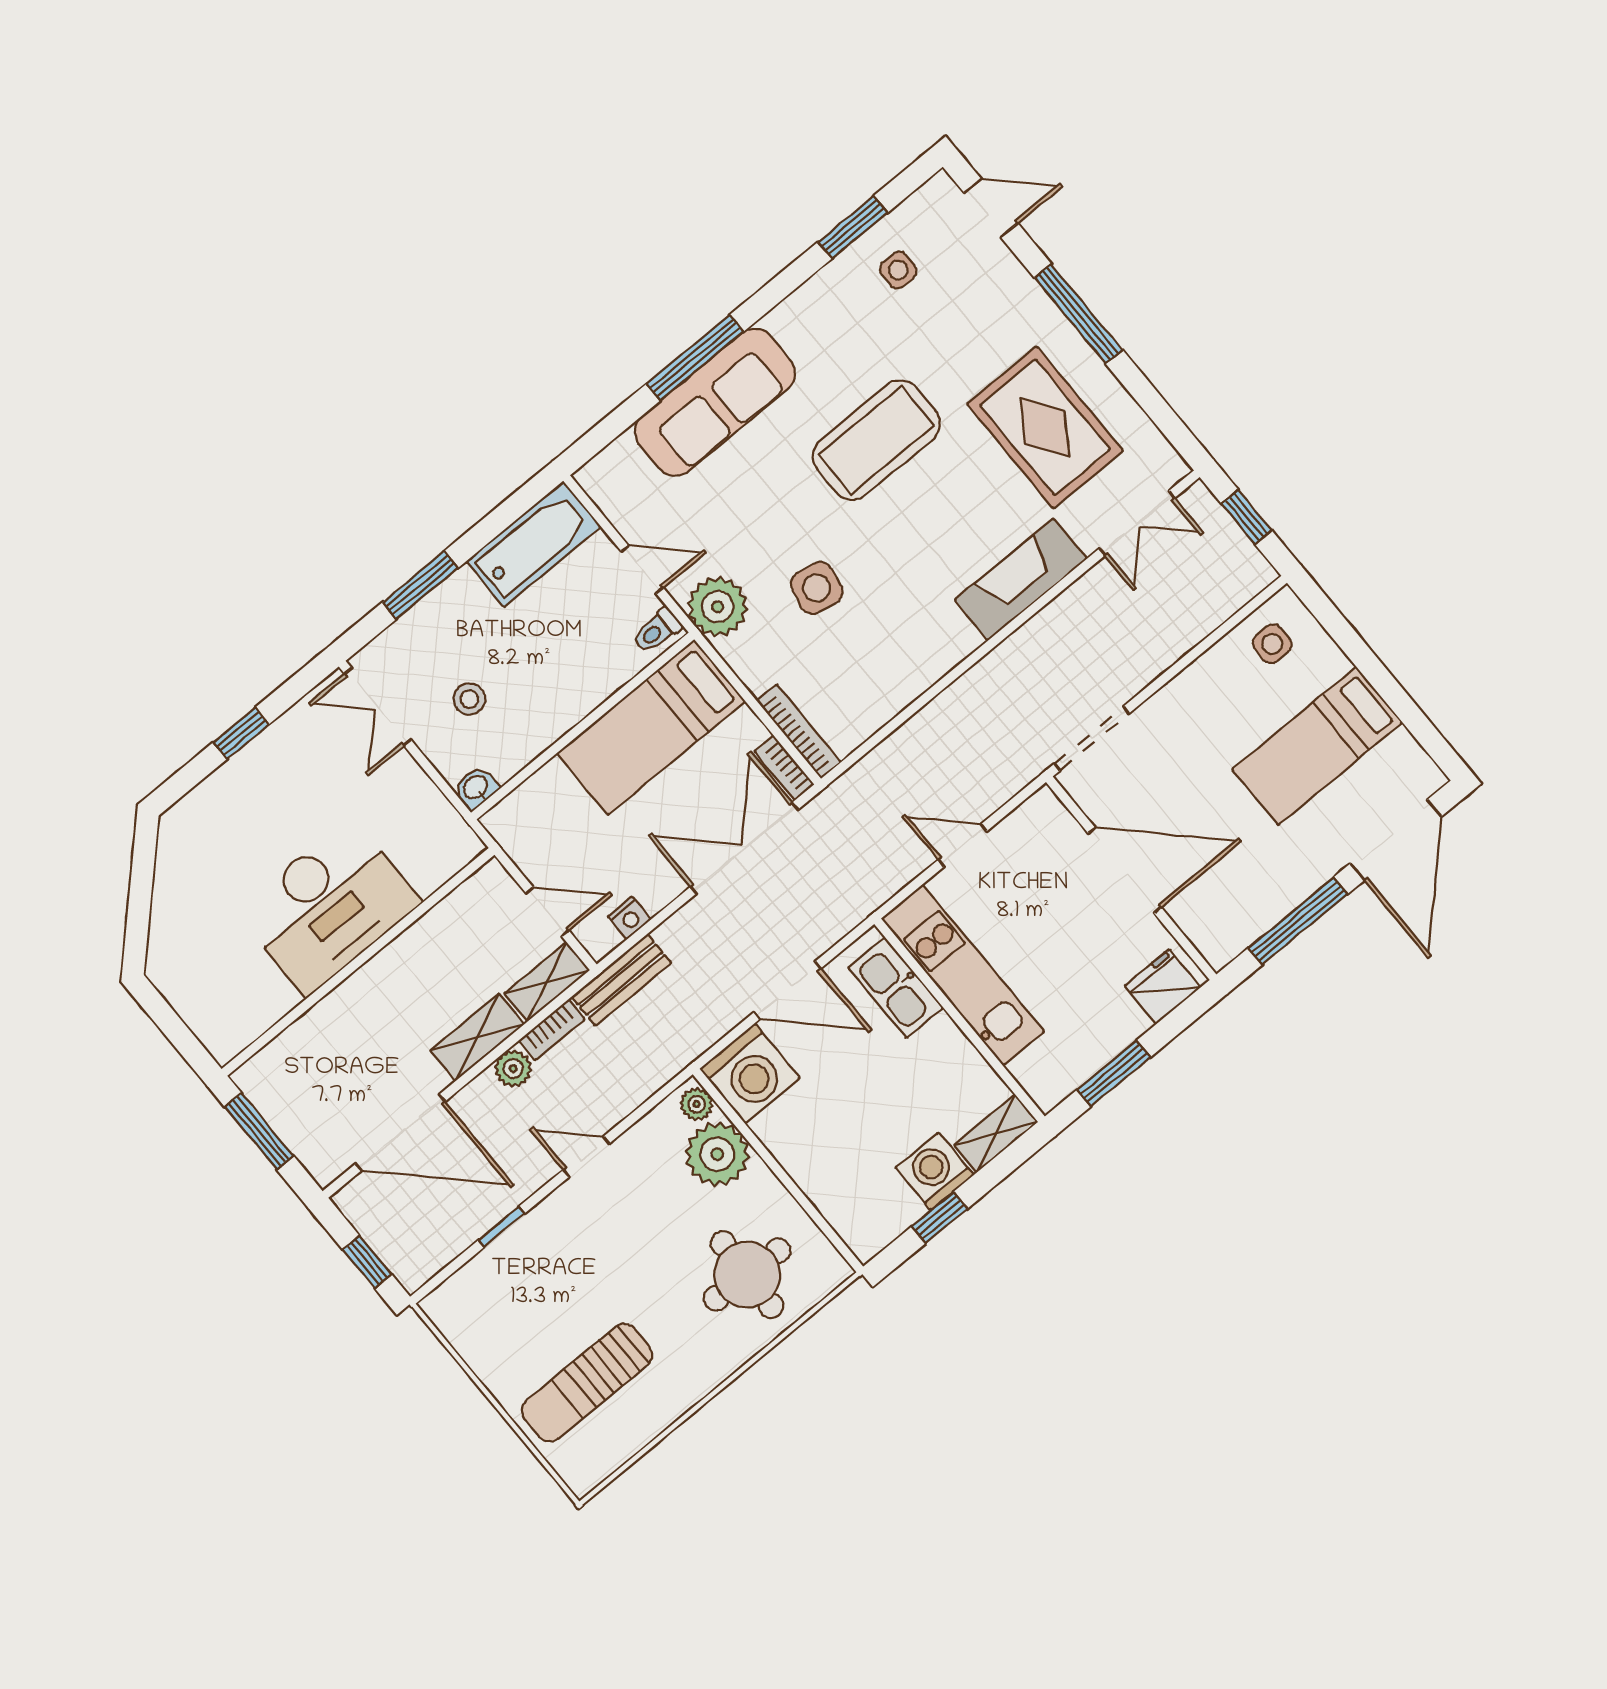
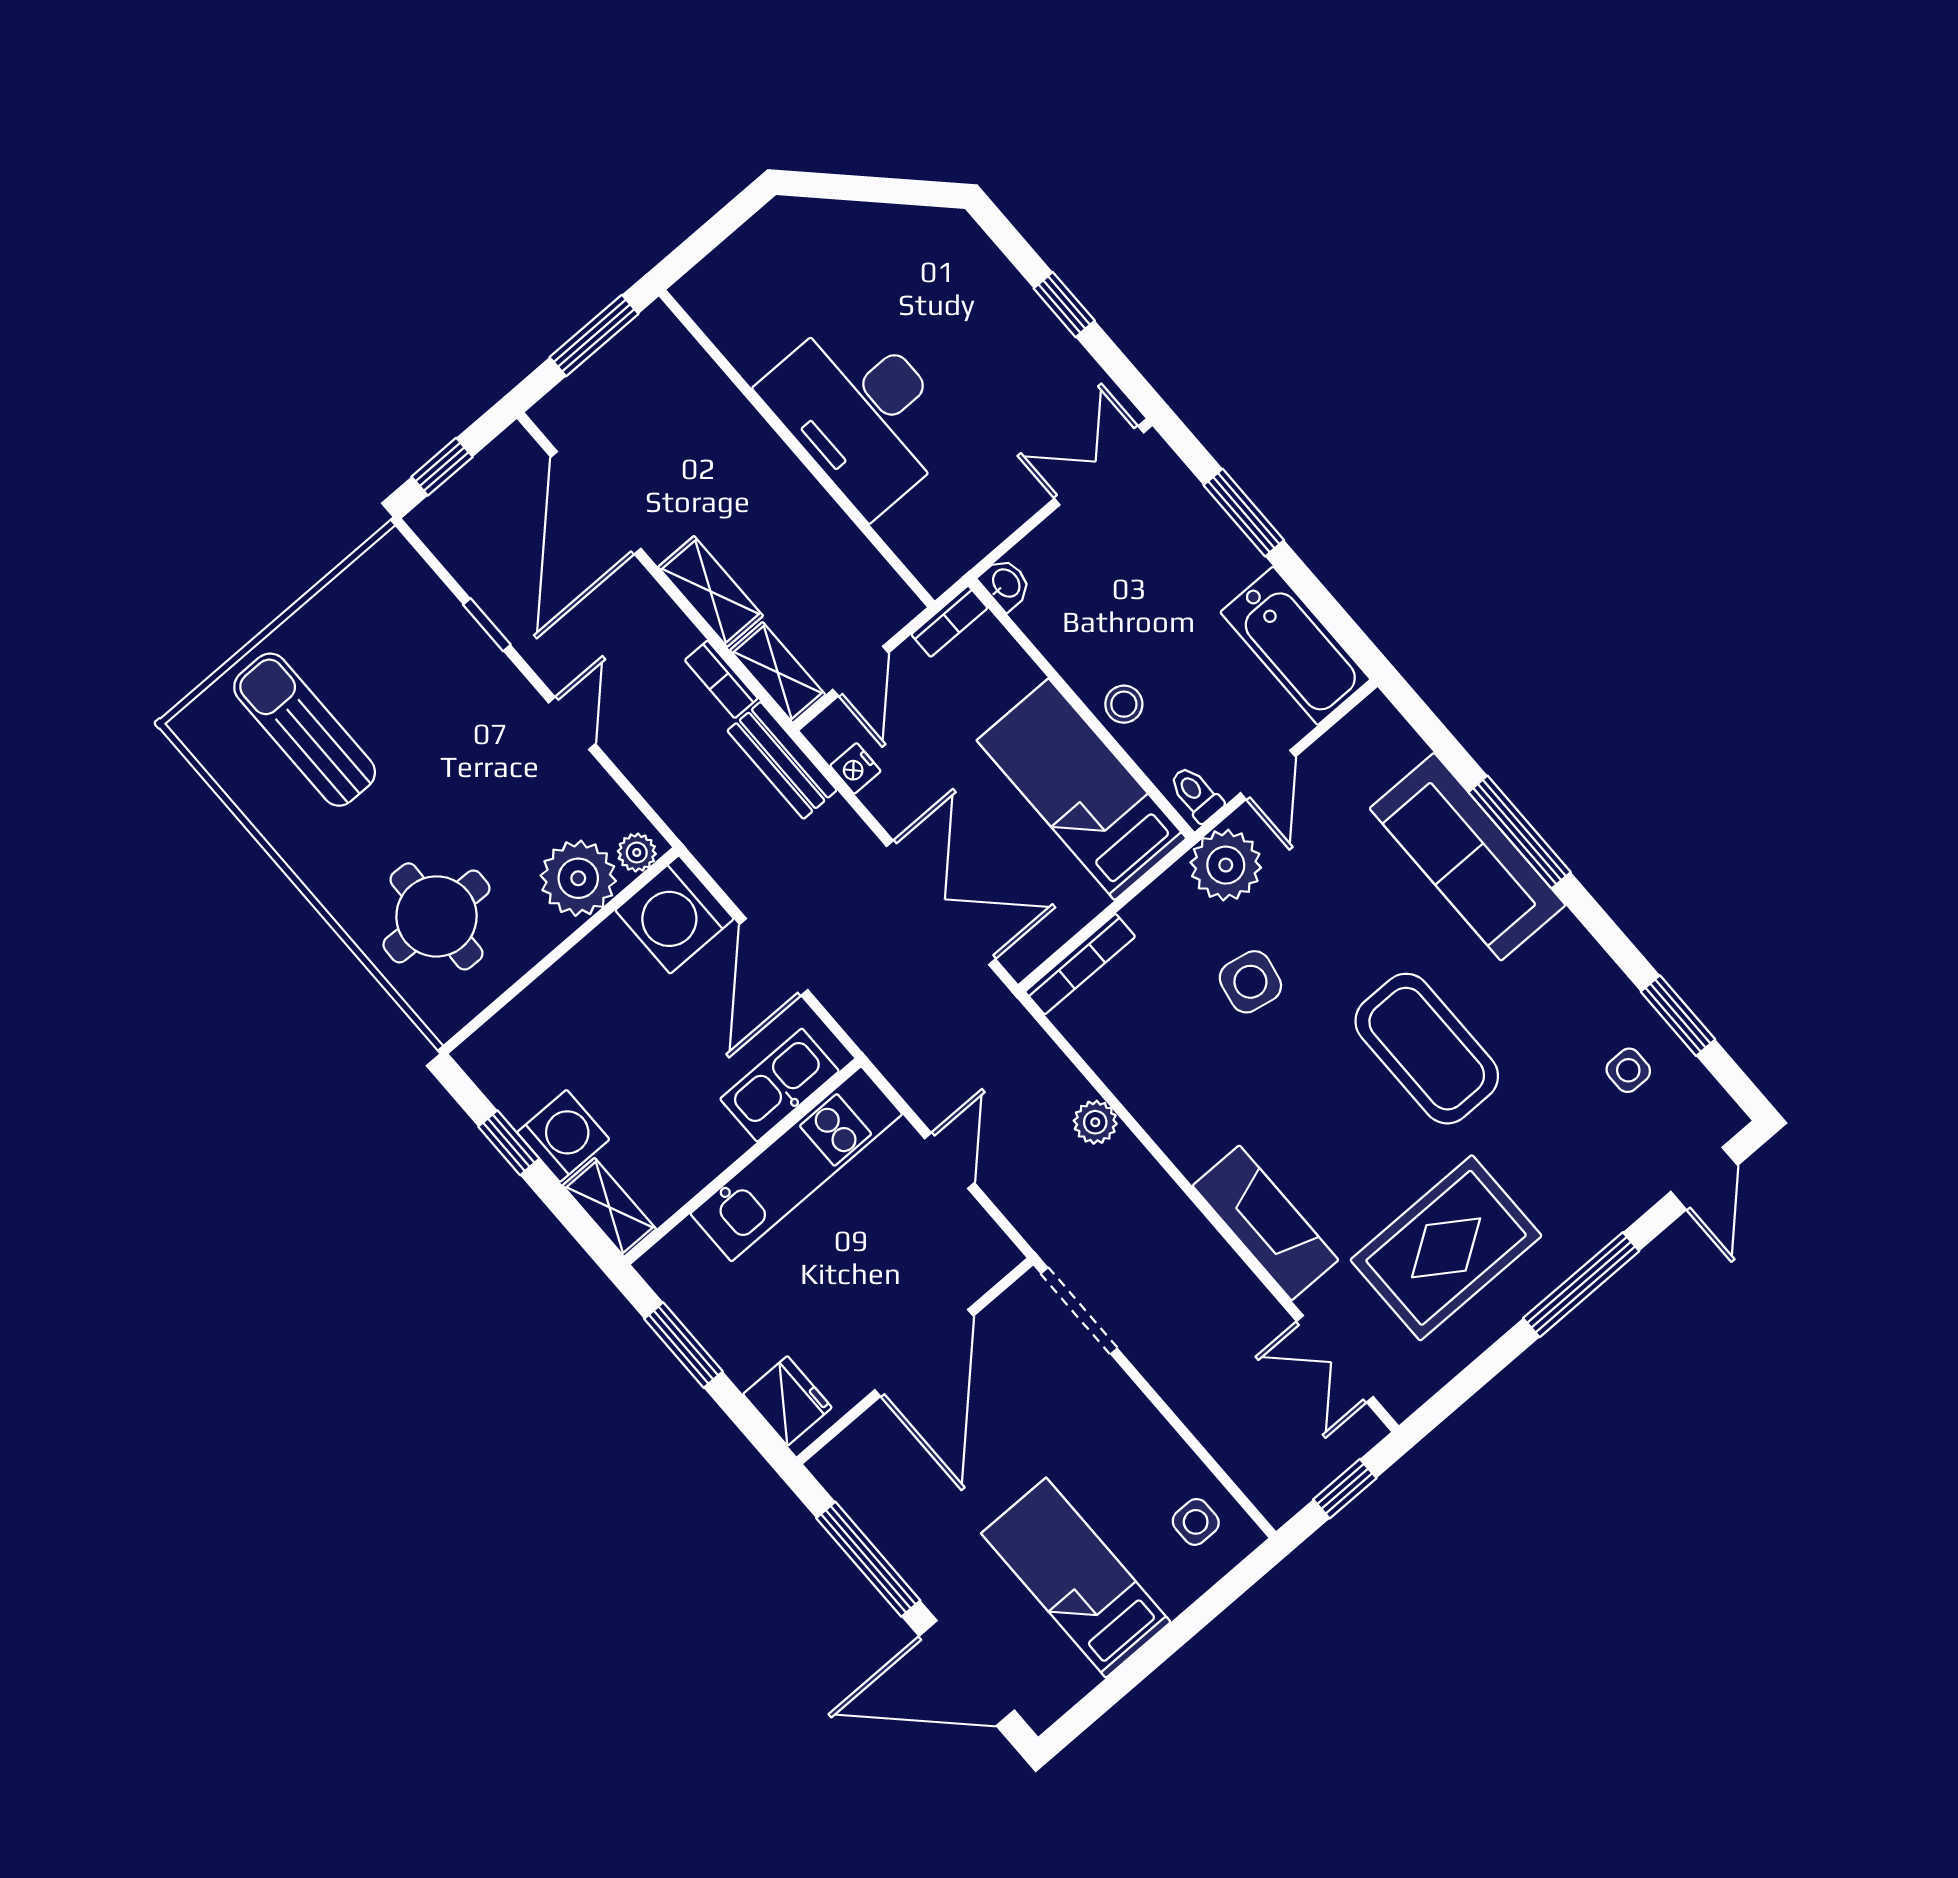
stool: (469, 699) -> (1124, 704), moved
bookcase: (784, 768) -> (949, 621), moved, turned 180
plant: (513, 1069) -> (1095, 1122), moved

